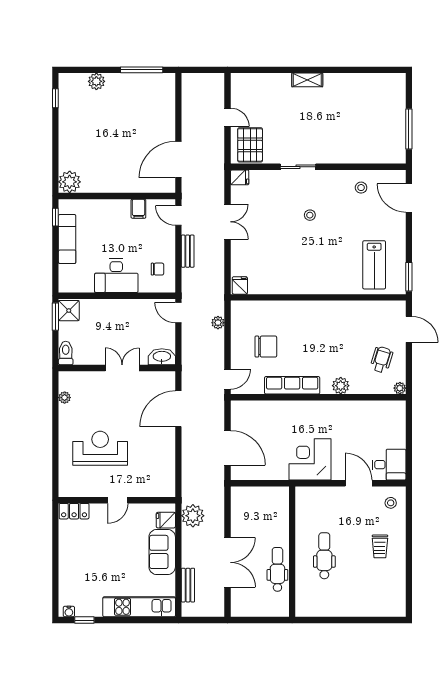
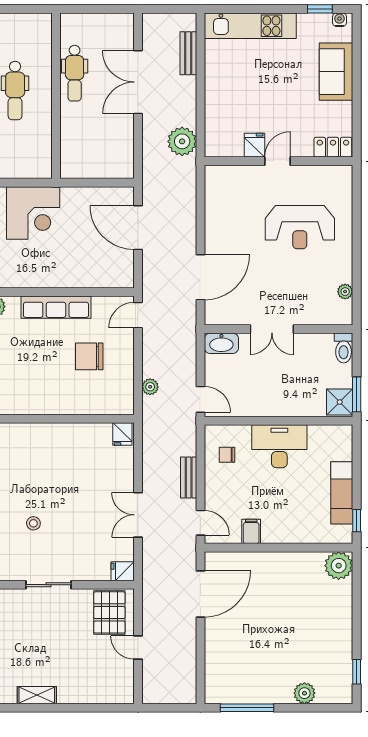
fridge: (166, 520) -> (254, 145), moved, turned -90
sofa: (162, 552) -> (336, 72), moved, turned 180

